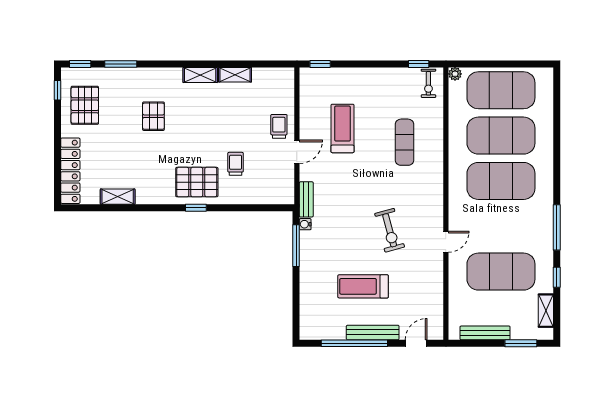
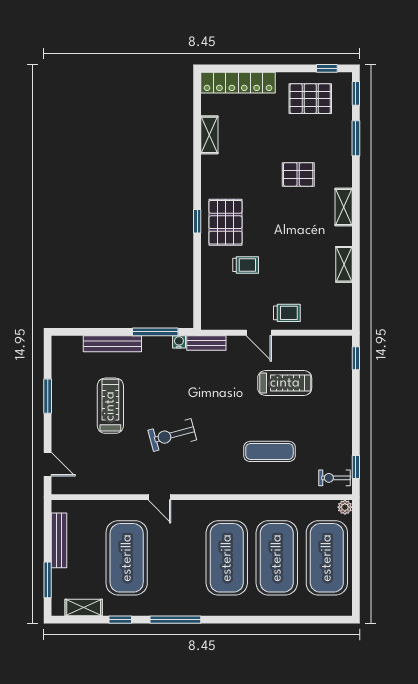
shelving: (200, 75) -> (344, 207), moved
bench: (373, 332) -> (112, 344), moved, turned 90
window: (354, 343) -> (48, 396), width x0.47

